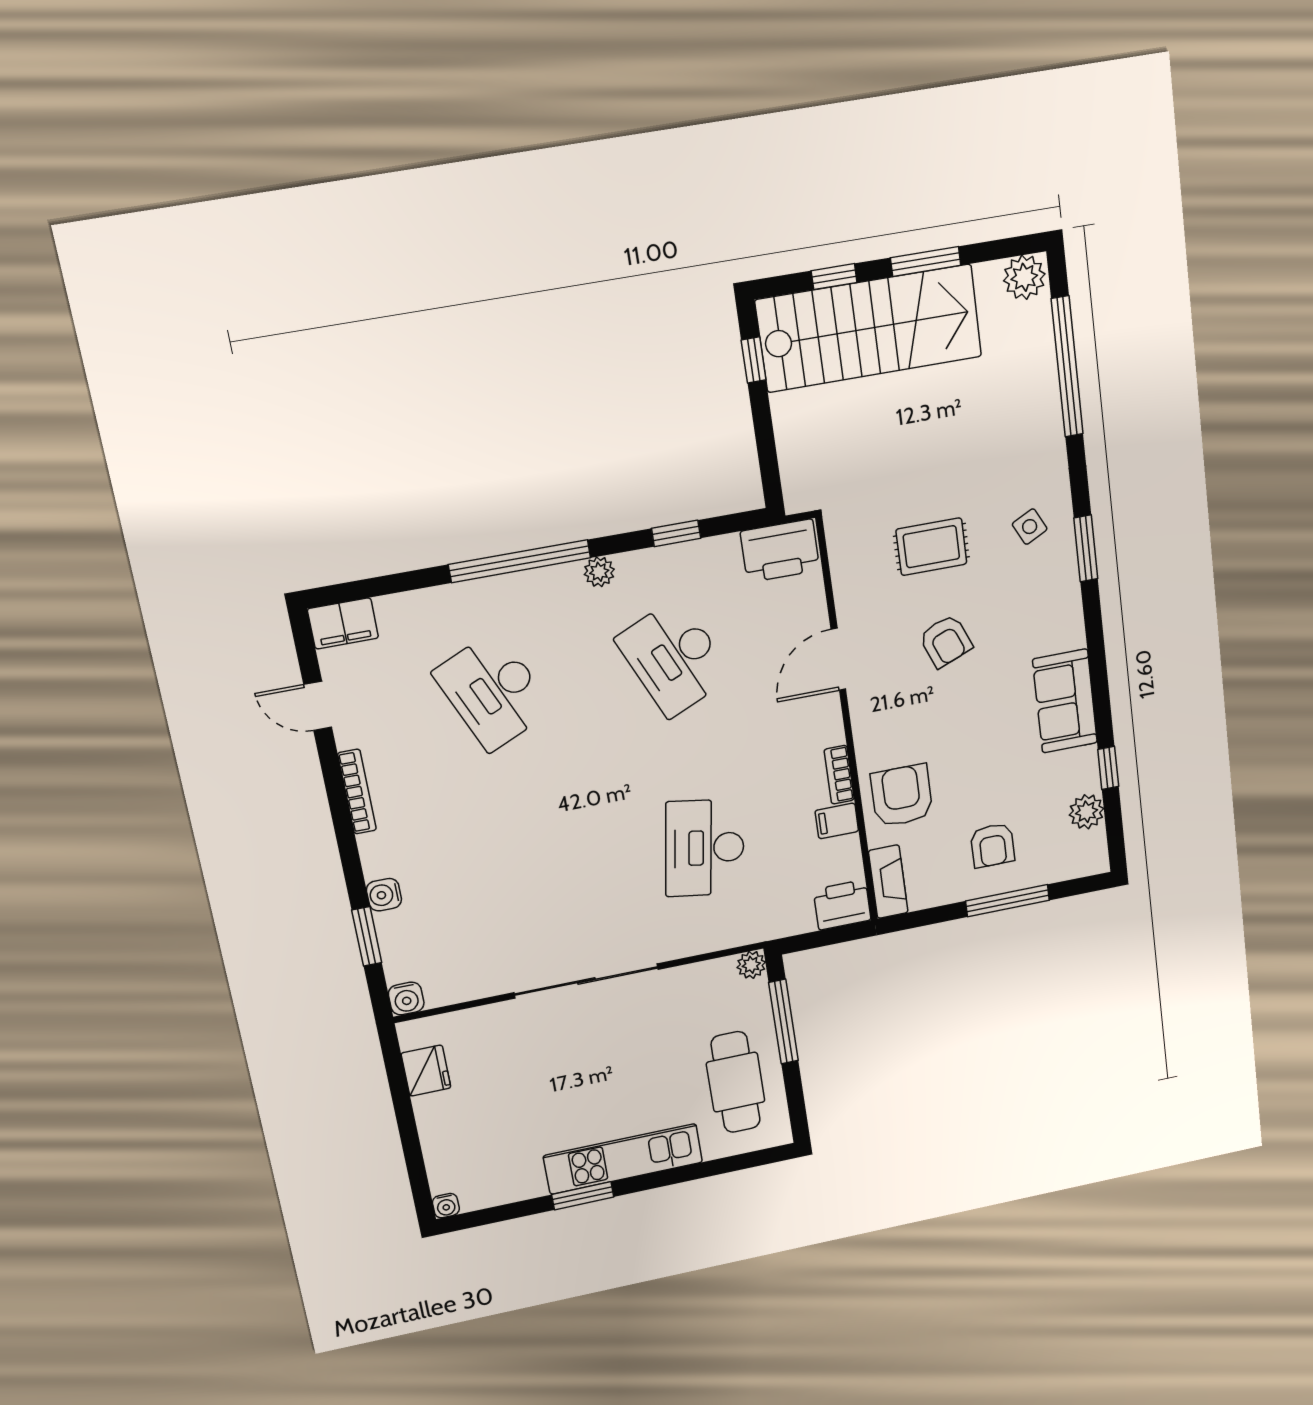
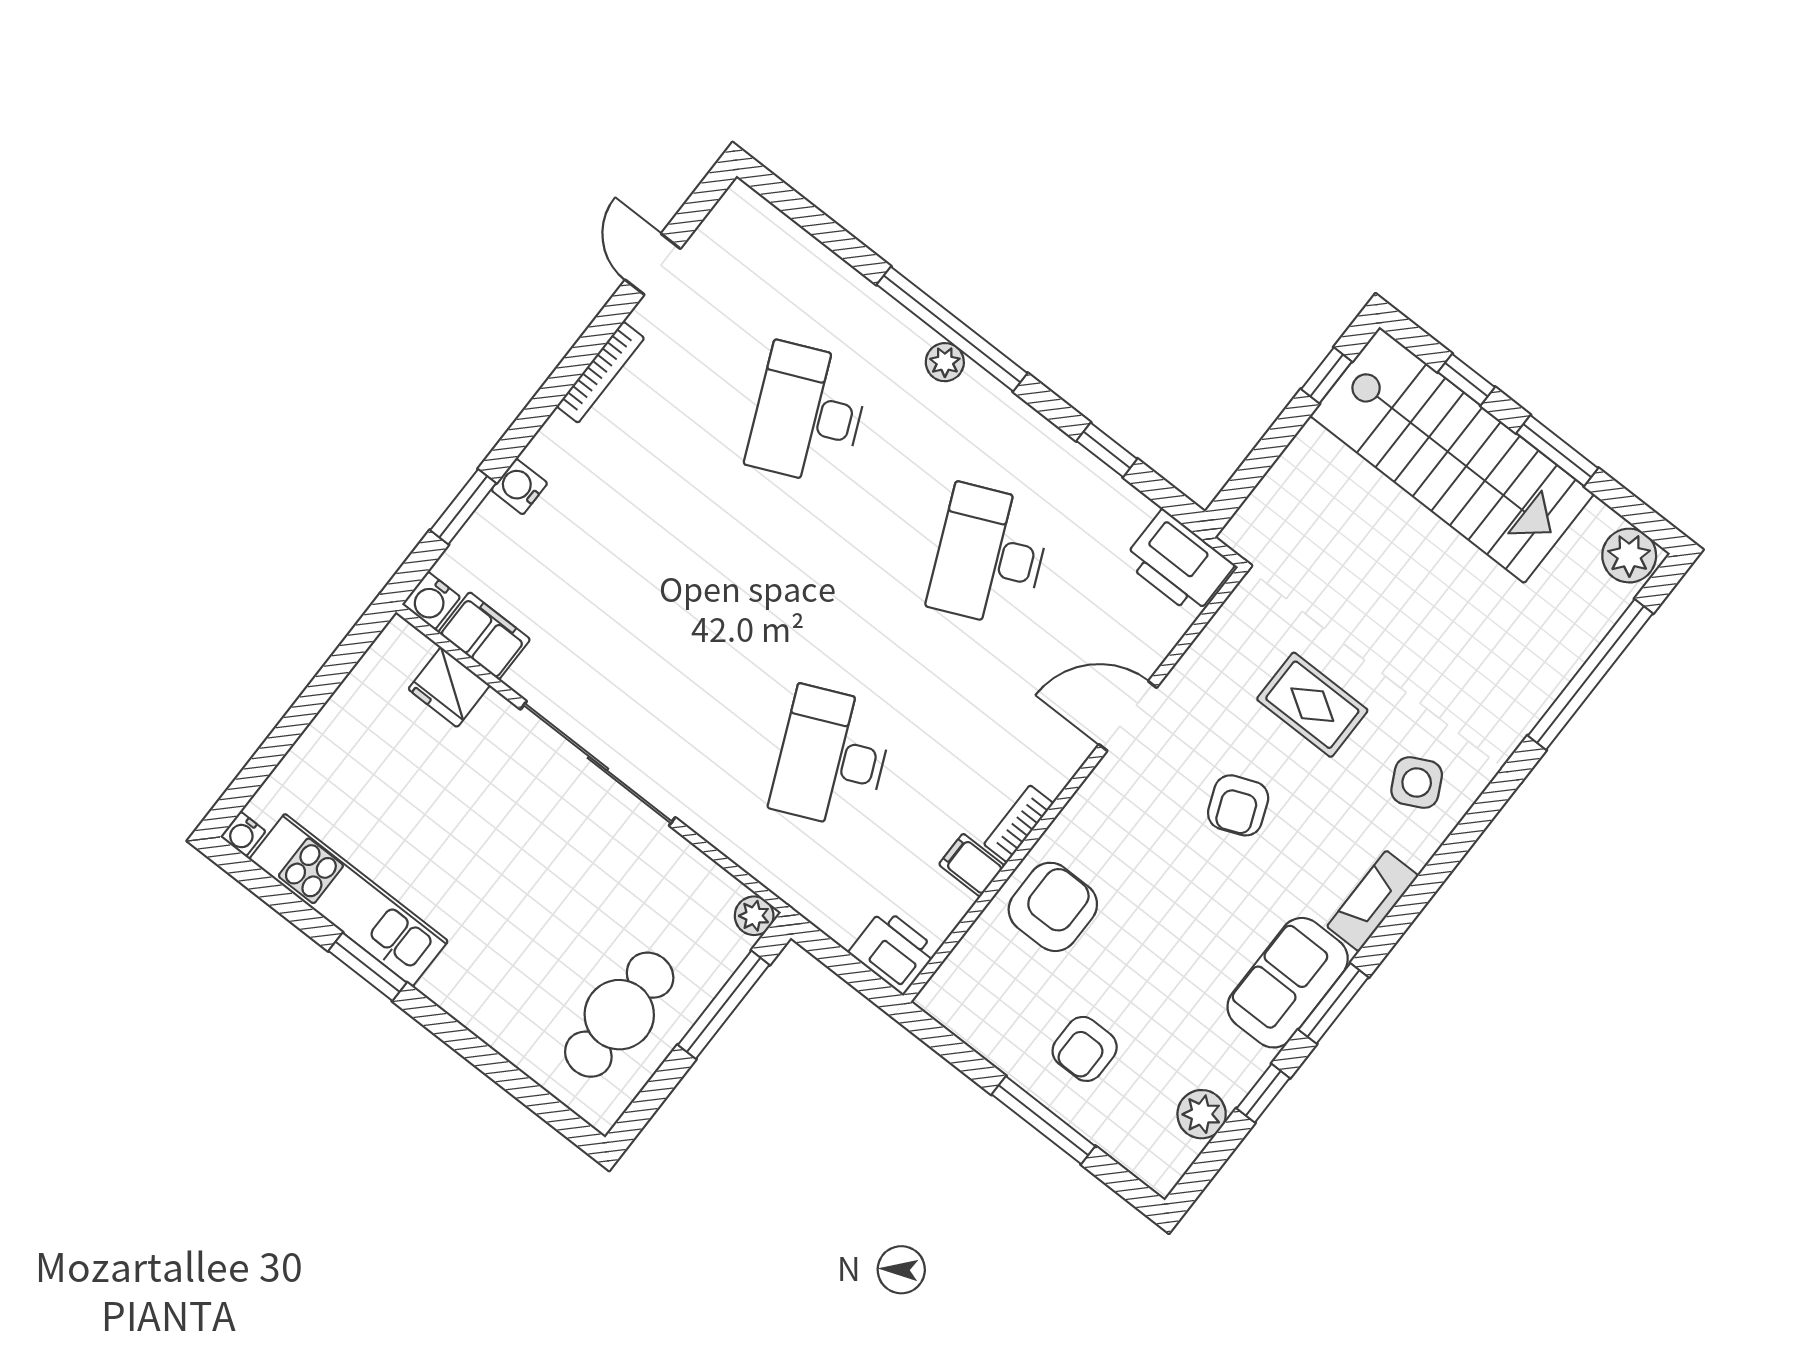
side table: (1030, 527) -> (1417, 783), width x1.37, depth x1.37
window: (1086, 548) -> (1333, 1003), moved
plant: (599, 572) -> (945, 362), moved
filing cabinet: (343, 623) -> (484, 636), moved, turned 180
desk: (705, 848) -> (832, 758), turned -33
fireplace: (888, 882) -> (1373, 901), moved, turned 180
fridge: (426, 1071) -> (449, 687), moved, turned 90
kitchen unit: (623, 1159) -> (349, 900), moved

